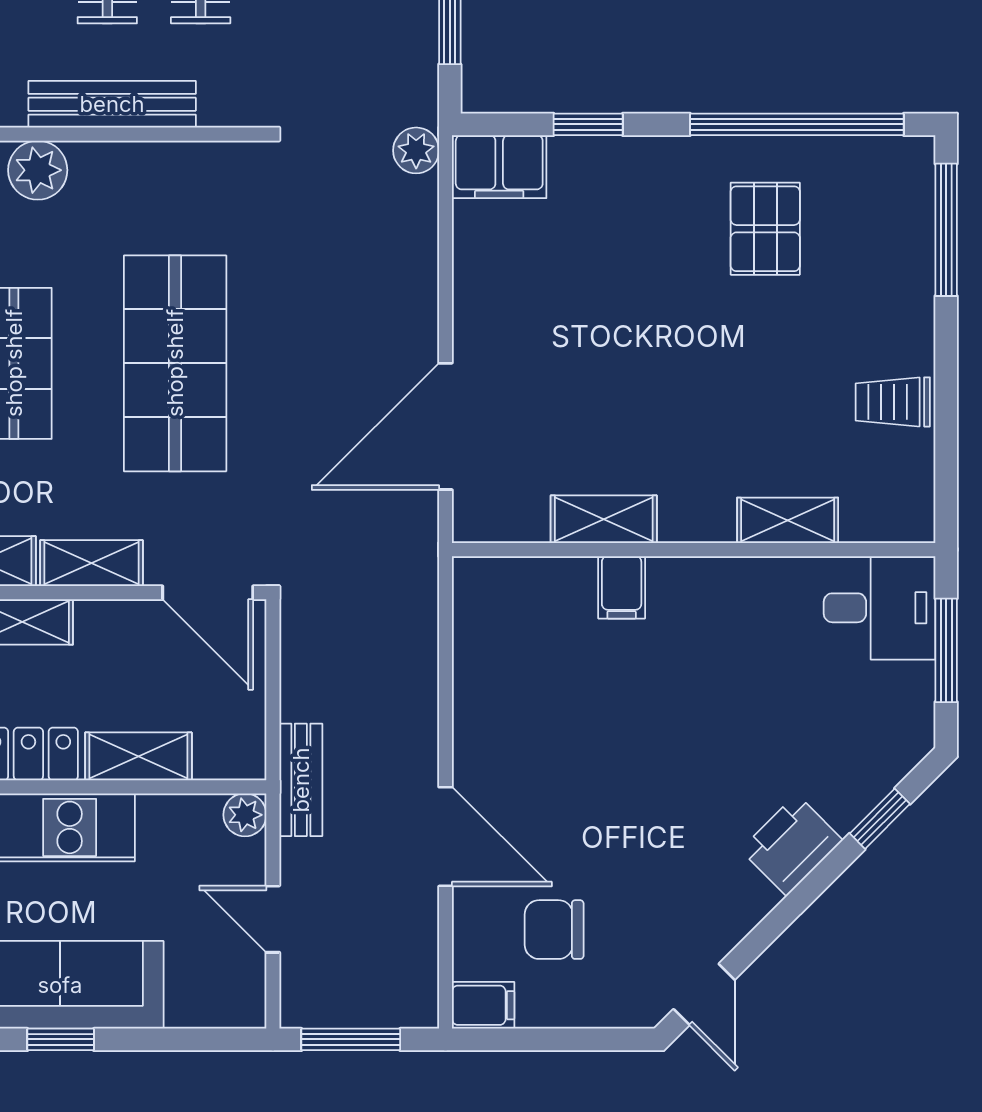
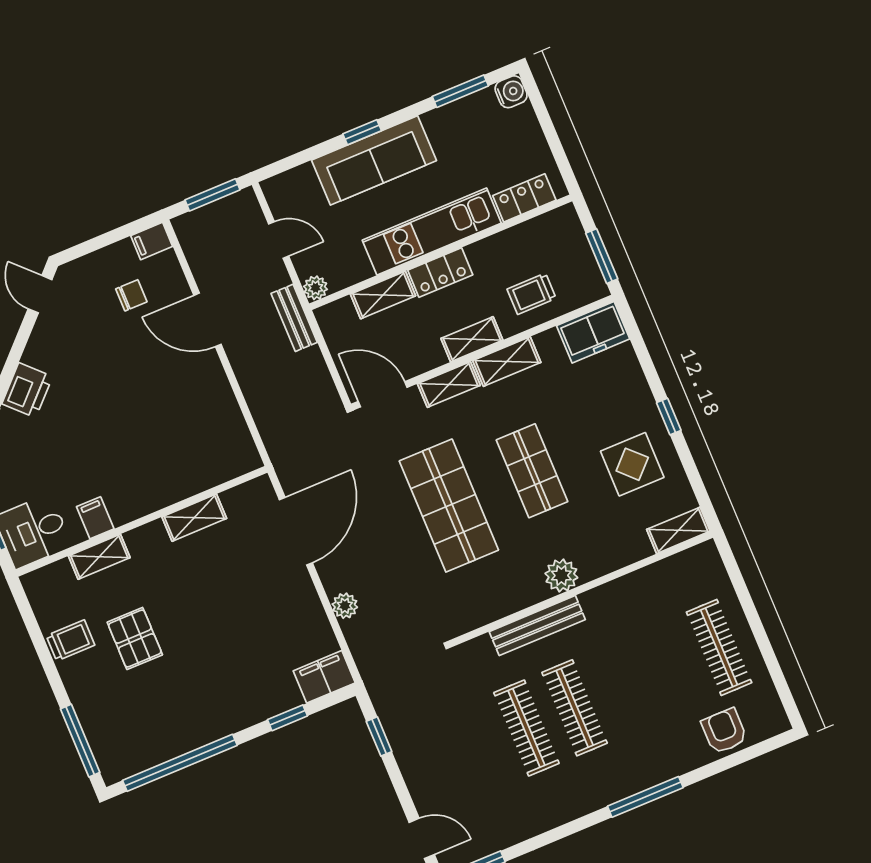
plant: (416, 150) -> (345, 606), moved
pallet: (765, 229) -> (135, 639), moved
filing cabinet: (622, 587) -> (95, 518), moved
chair: (554, 930) -> (131, 295), width x0.73, depth x0.73

